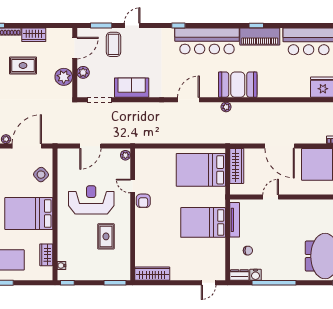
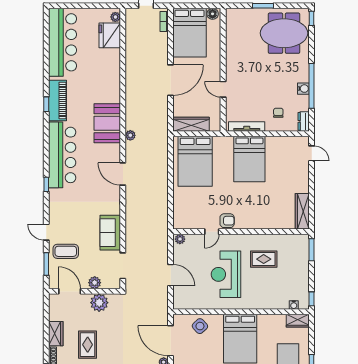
wardrobe: (46, 255) -> (298, 321), moved
water cooler: (255, 275) -> (303, 89), moved

